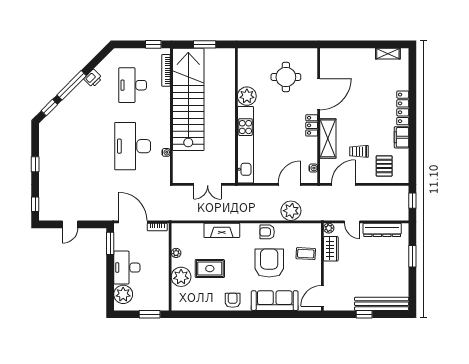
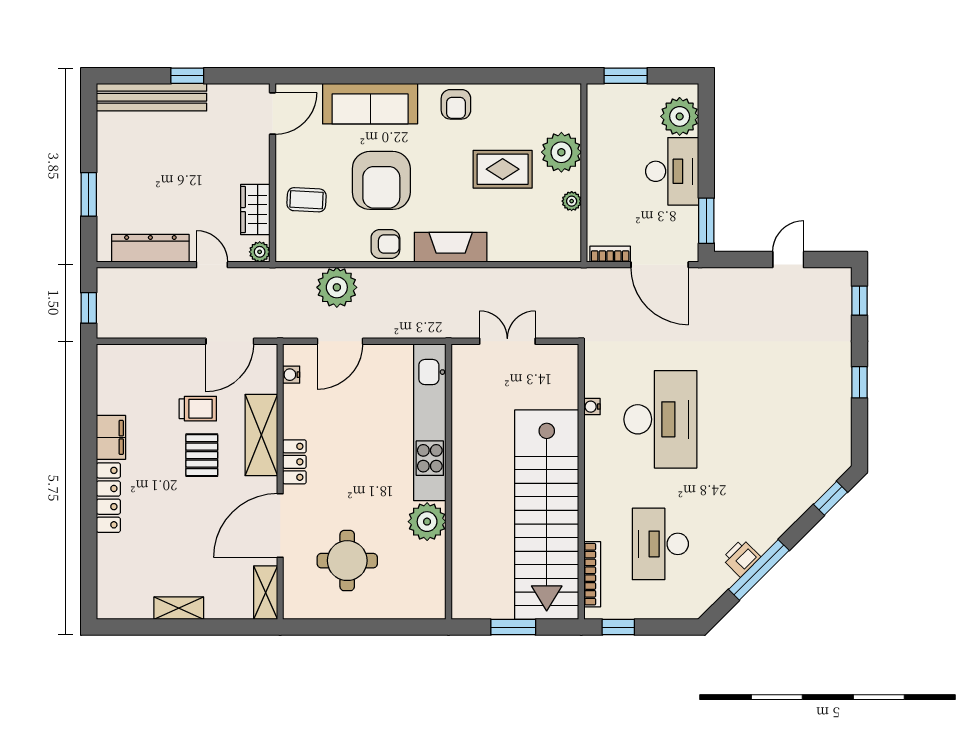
shelving: (388, 54) -> (179, 608), moved
shelving: (326, 61) -> (266, 593), added
window: (72, 85) -> (759, 570), moved
desk: (133, 85) -> (660, 544), turned 180
pallet: (384, 166) -> (202, 455), moved
fireplace: (222, 230) -> (451, 247), moved

